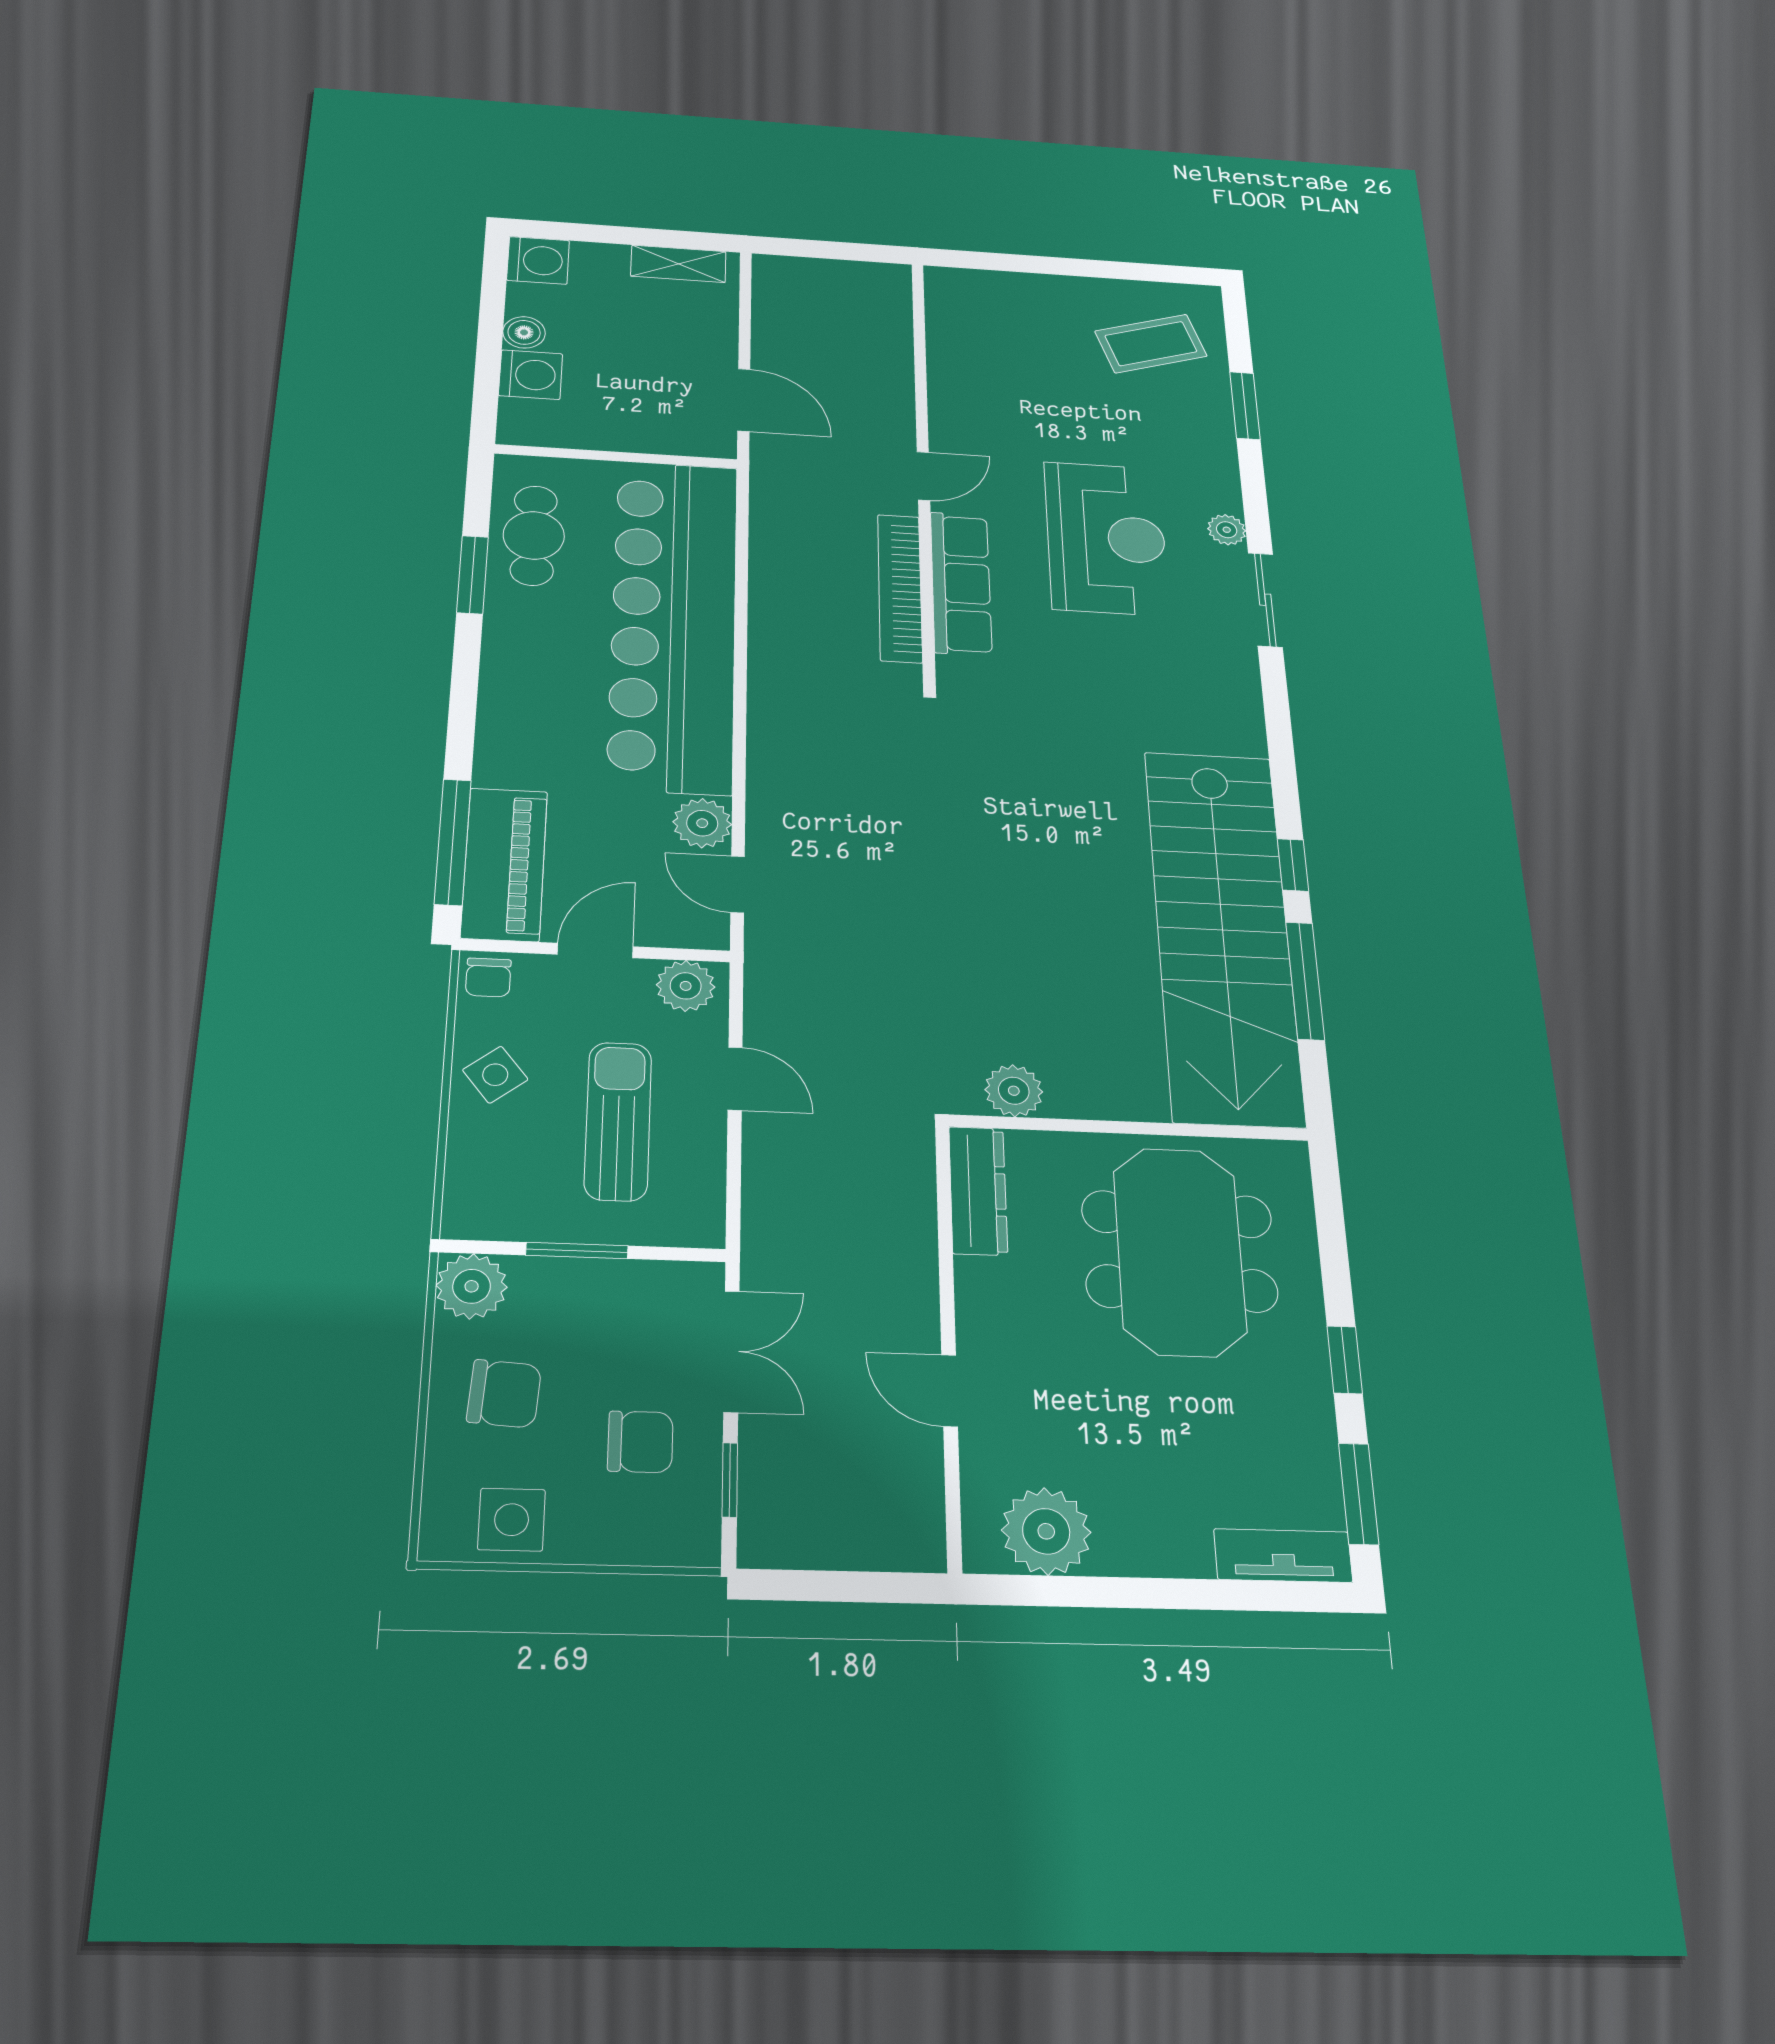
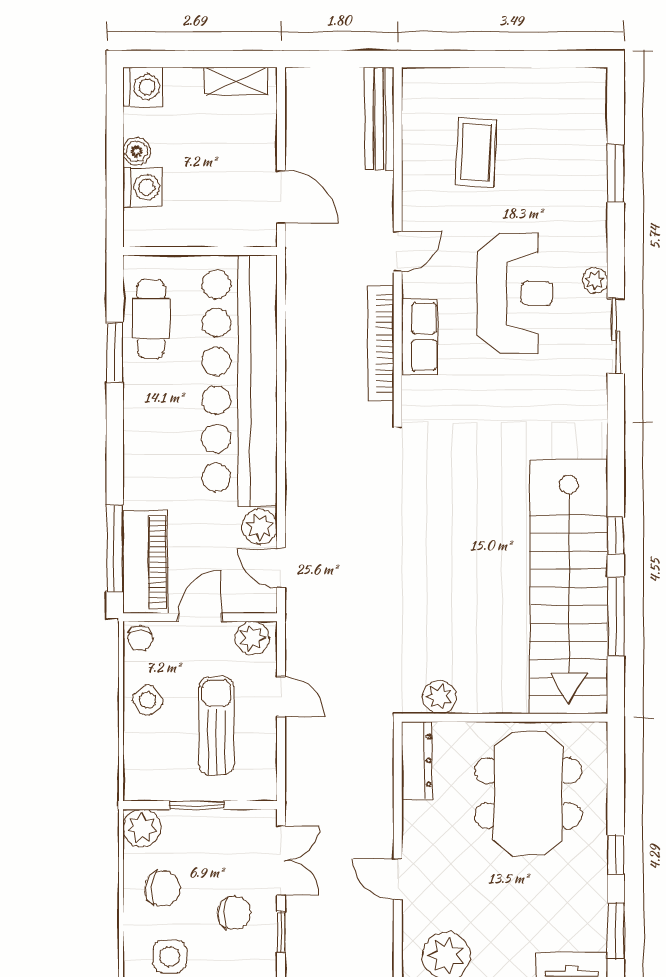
bench: (892, 320) -> (379, 119), added
coffee table: (1151, 344) -> (476, 152), moved, turned -69
row of seats: (961, 583) -> (420, 337), width x0.68

